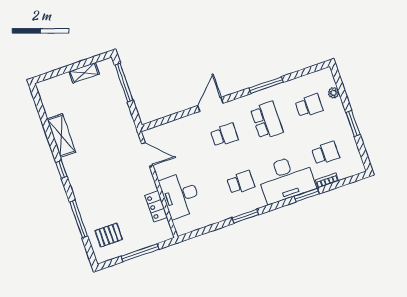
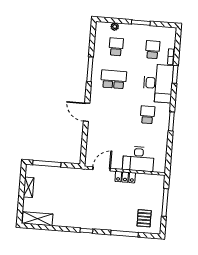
school desk: (224, 135) -> (111, 112), removed
shelving: (61, 136) -> (38, 219), moved
locker: (156, 206) -> (125, 177), moved

